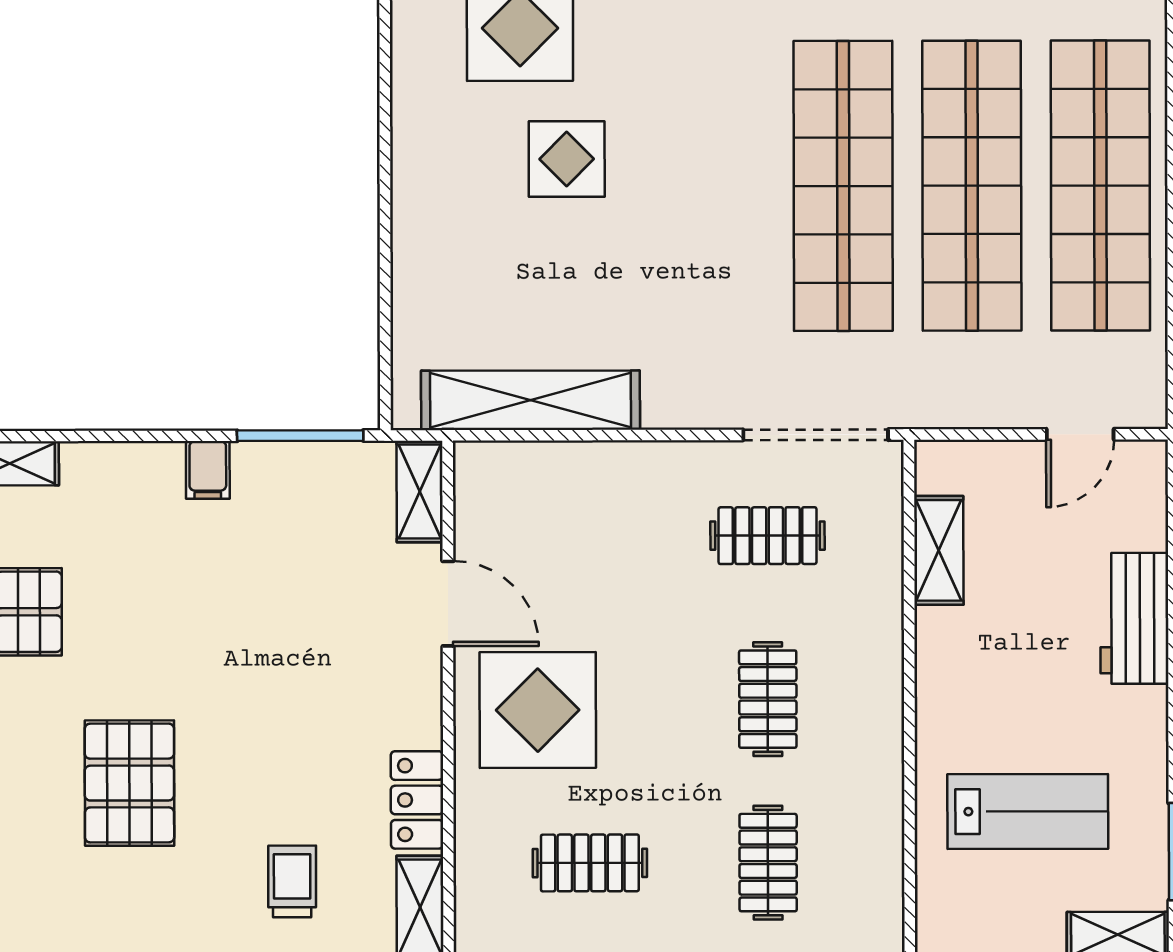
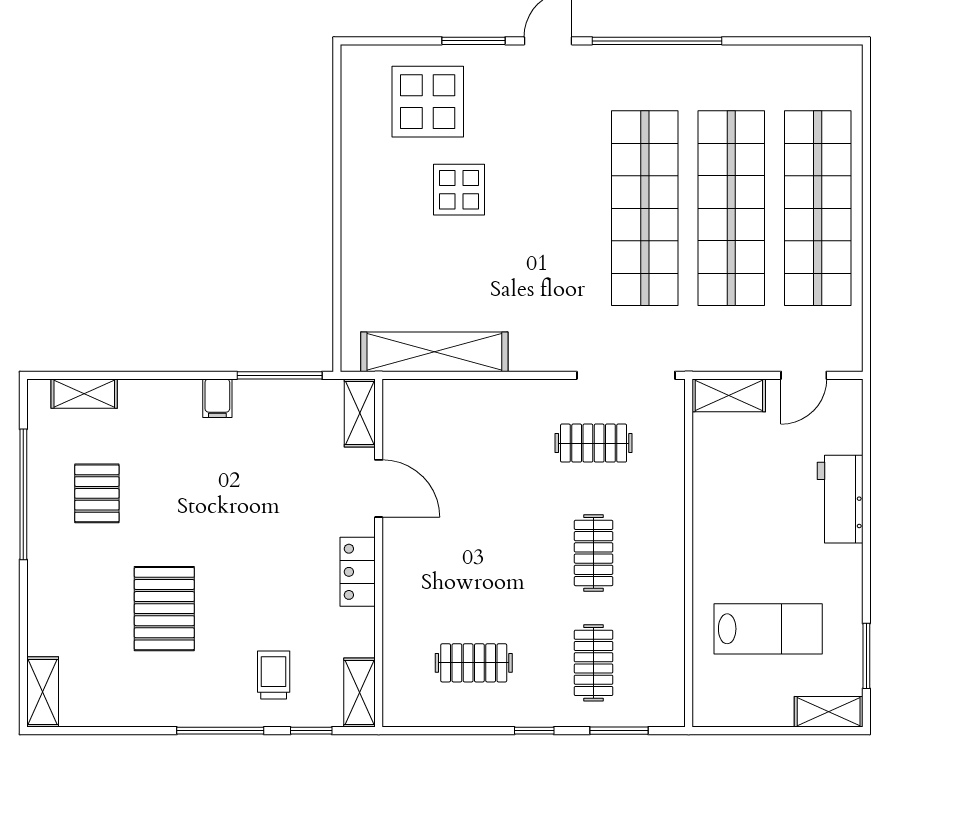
shelving: (939, 550) -> (729, 395), moved, turned 90
display table: (538, 710) -> (439, 560), removed
locker: (417, 800) -> (358, 572), moved

